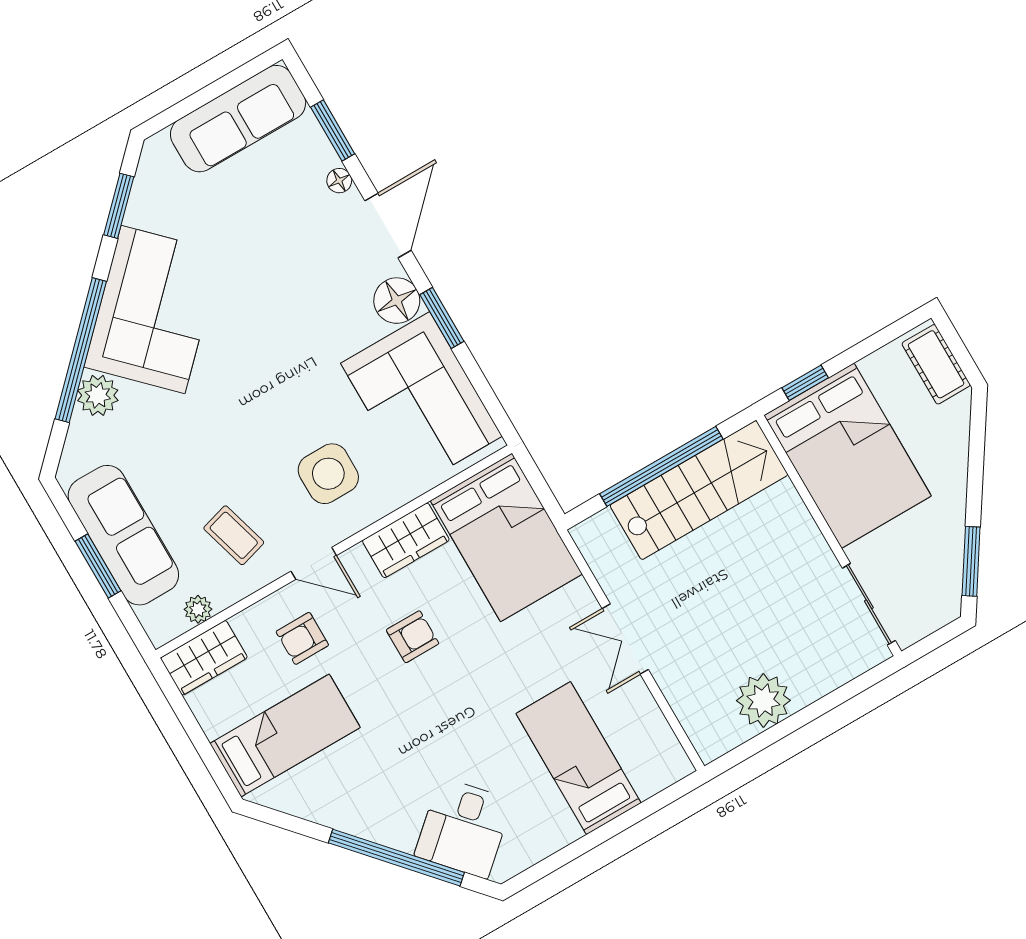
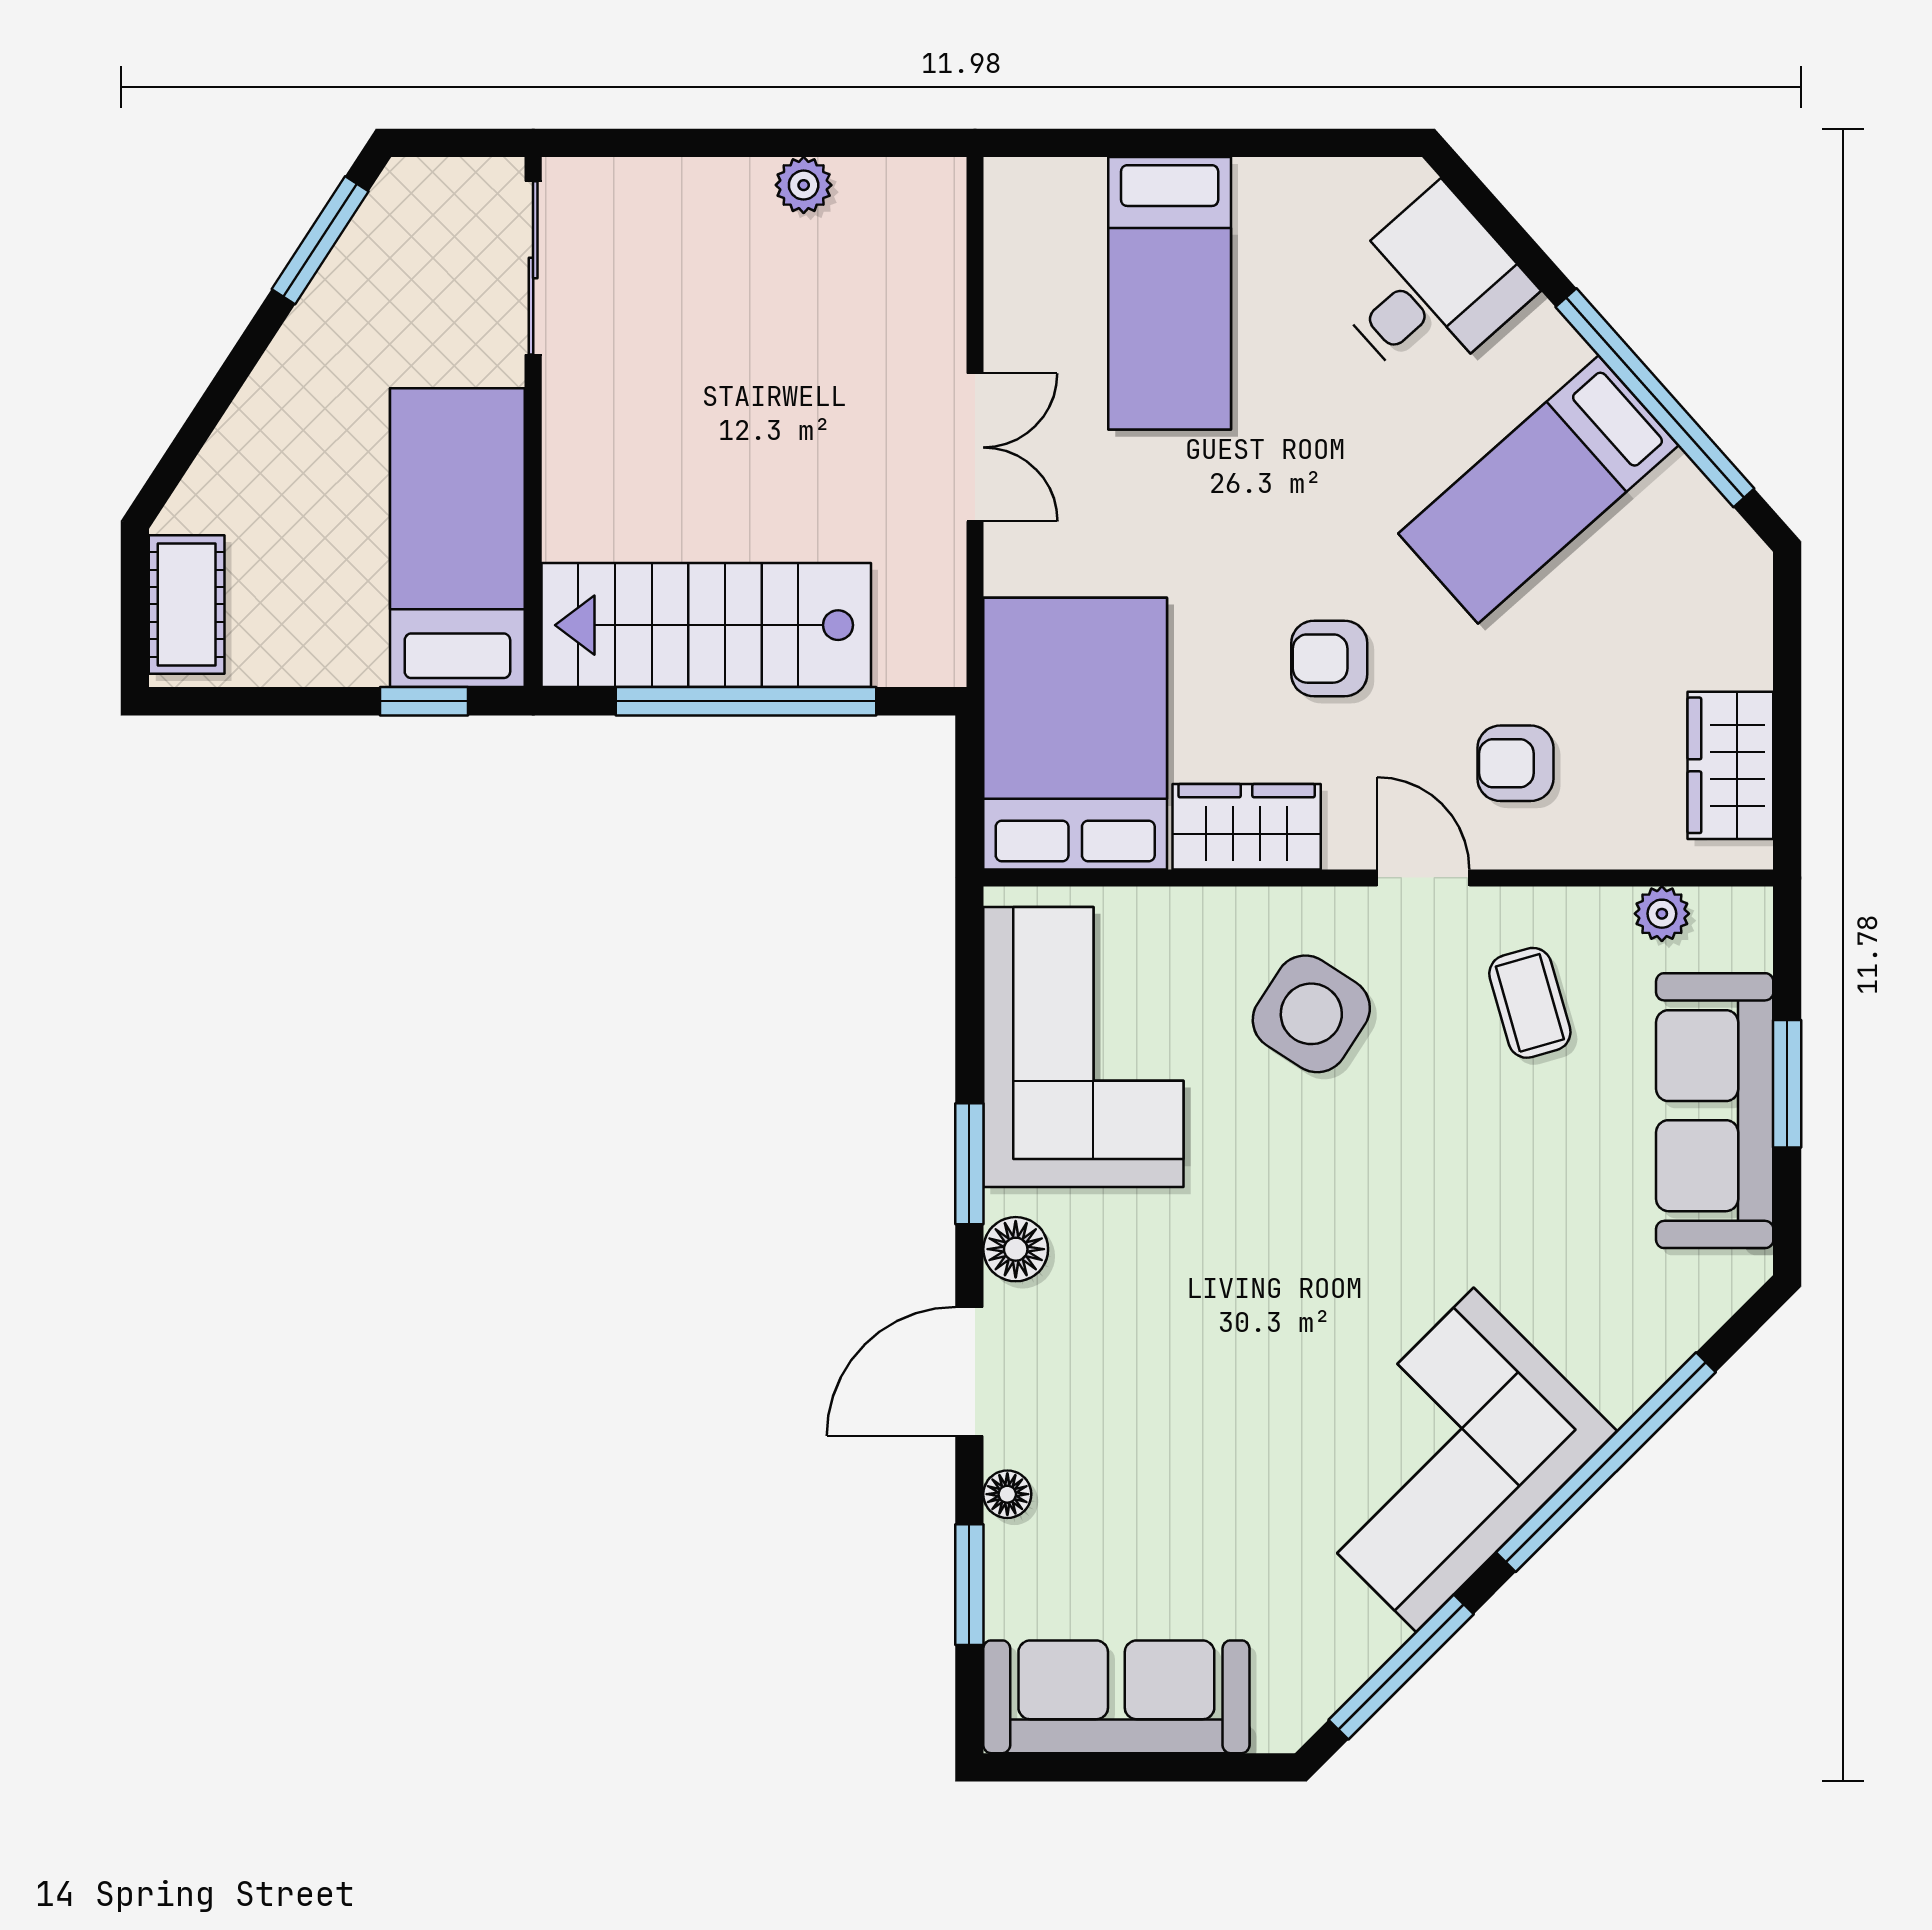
window: (119, 206) -> (1401, 1667), width x1.44
floor lamp: (397, 301) -> (1016, 1249), width x0.73, depth x0.73
plant: (98, 395) -> (1621, 1370), removed
bed: (848, 456) -> (457, 538), width x0.67
side table: (328, 474) -> (1311, 1014), turned 33
armchair: (302, 638) -> (1515, 763), turned 180
wardrobe: (204, 658) -> (1730, 765), moved, turned -90
plant: (763, 700) -> (804, 185), width x0.53, depth x0.53
bed: (285, 735) -> (1538, 490), moved, turned -42
window: (396, 858) -> (1655, 398), moved

